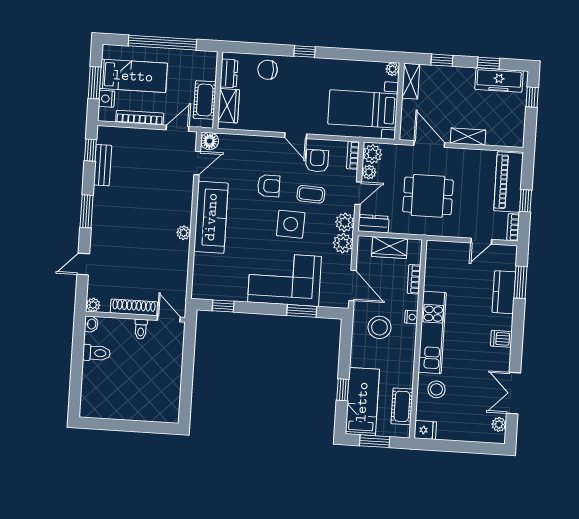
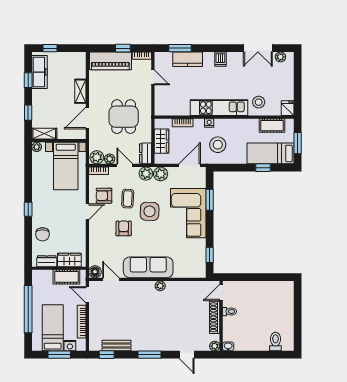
toilet: (96, 353) -> (275, 342), moved

